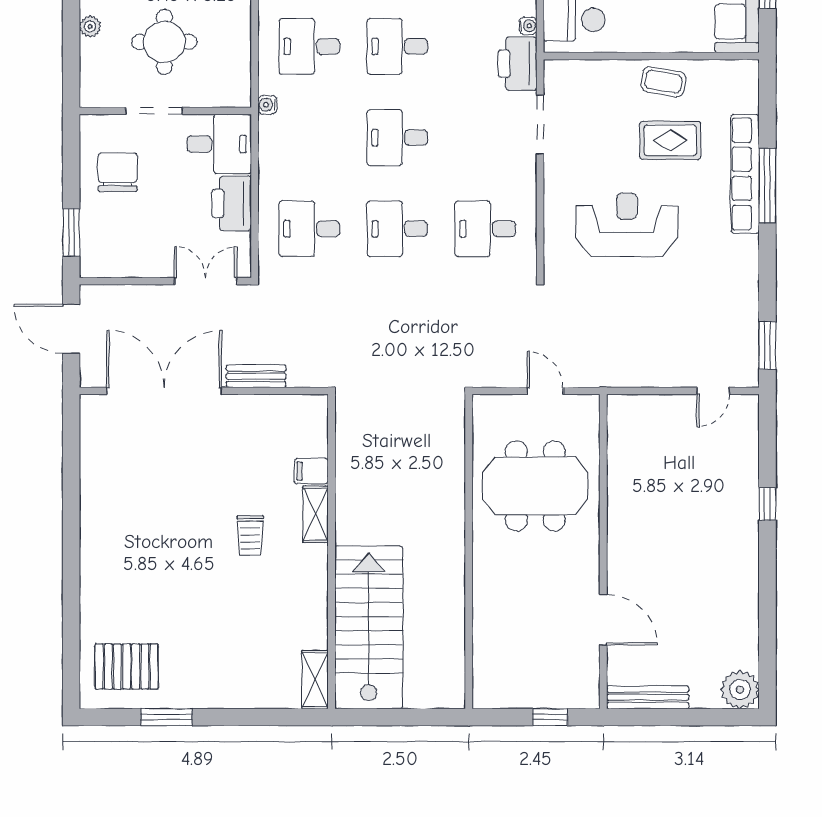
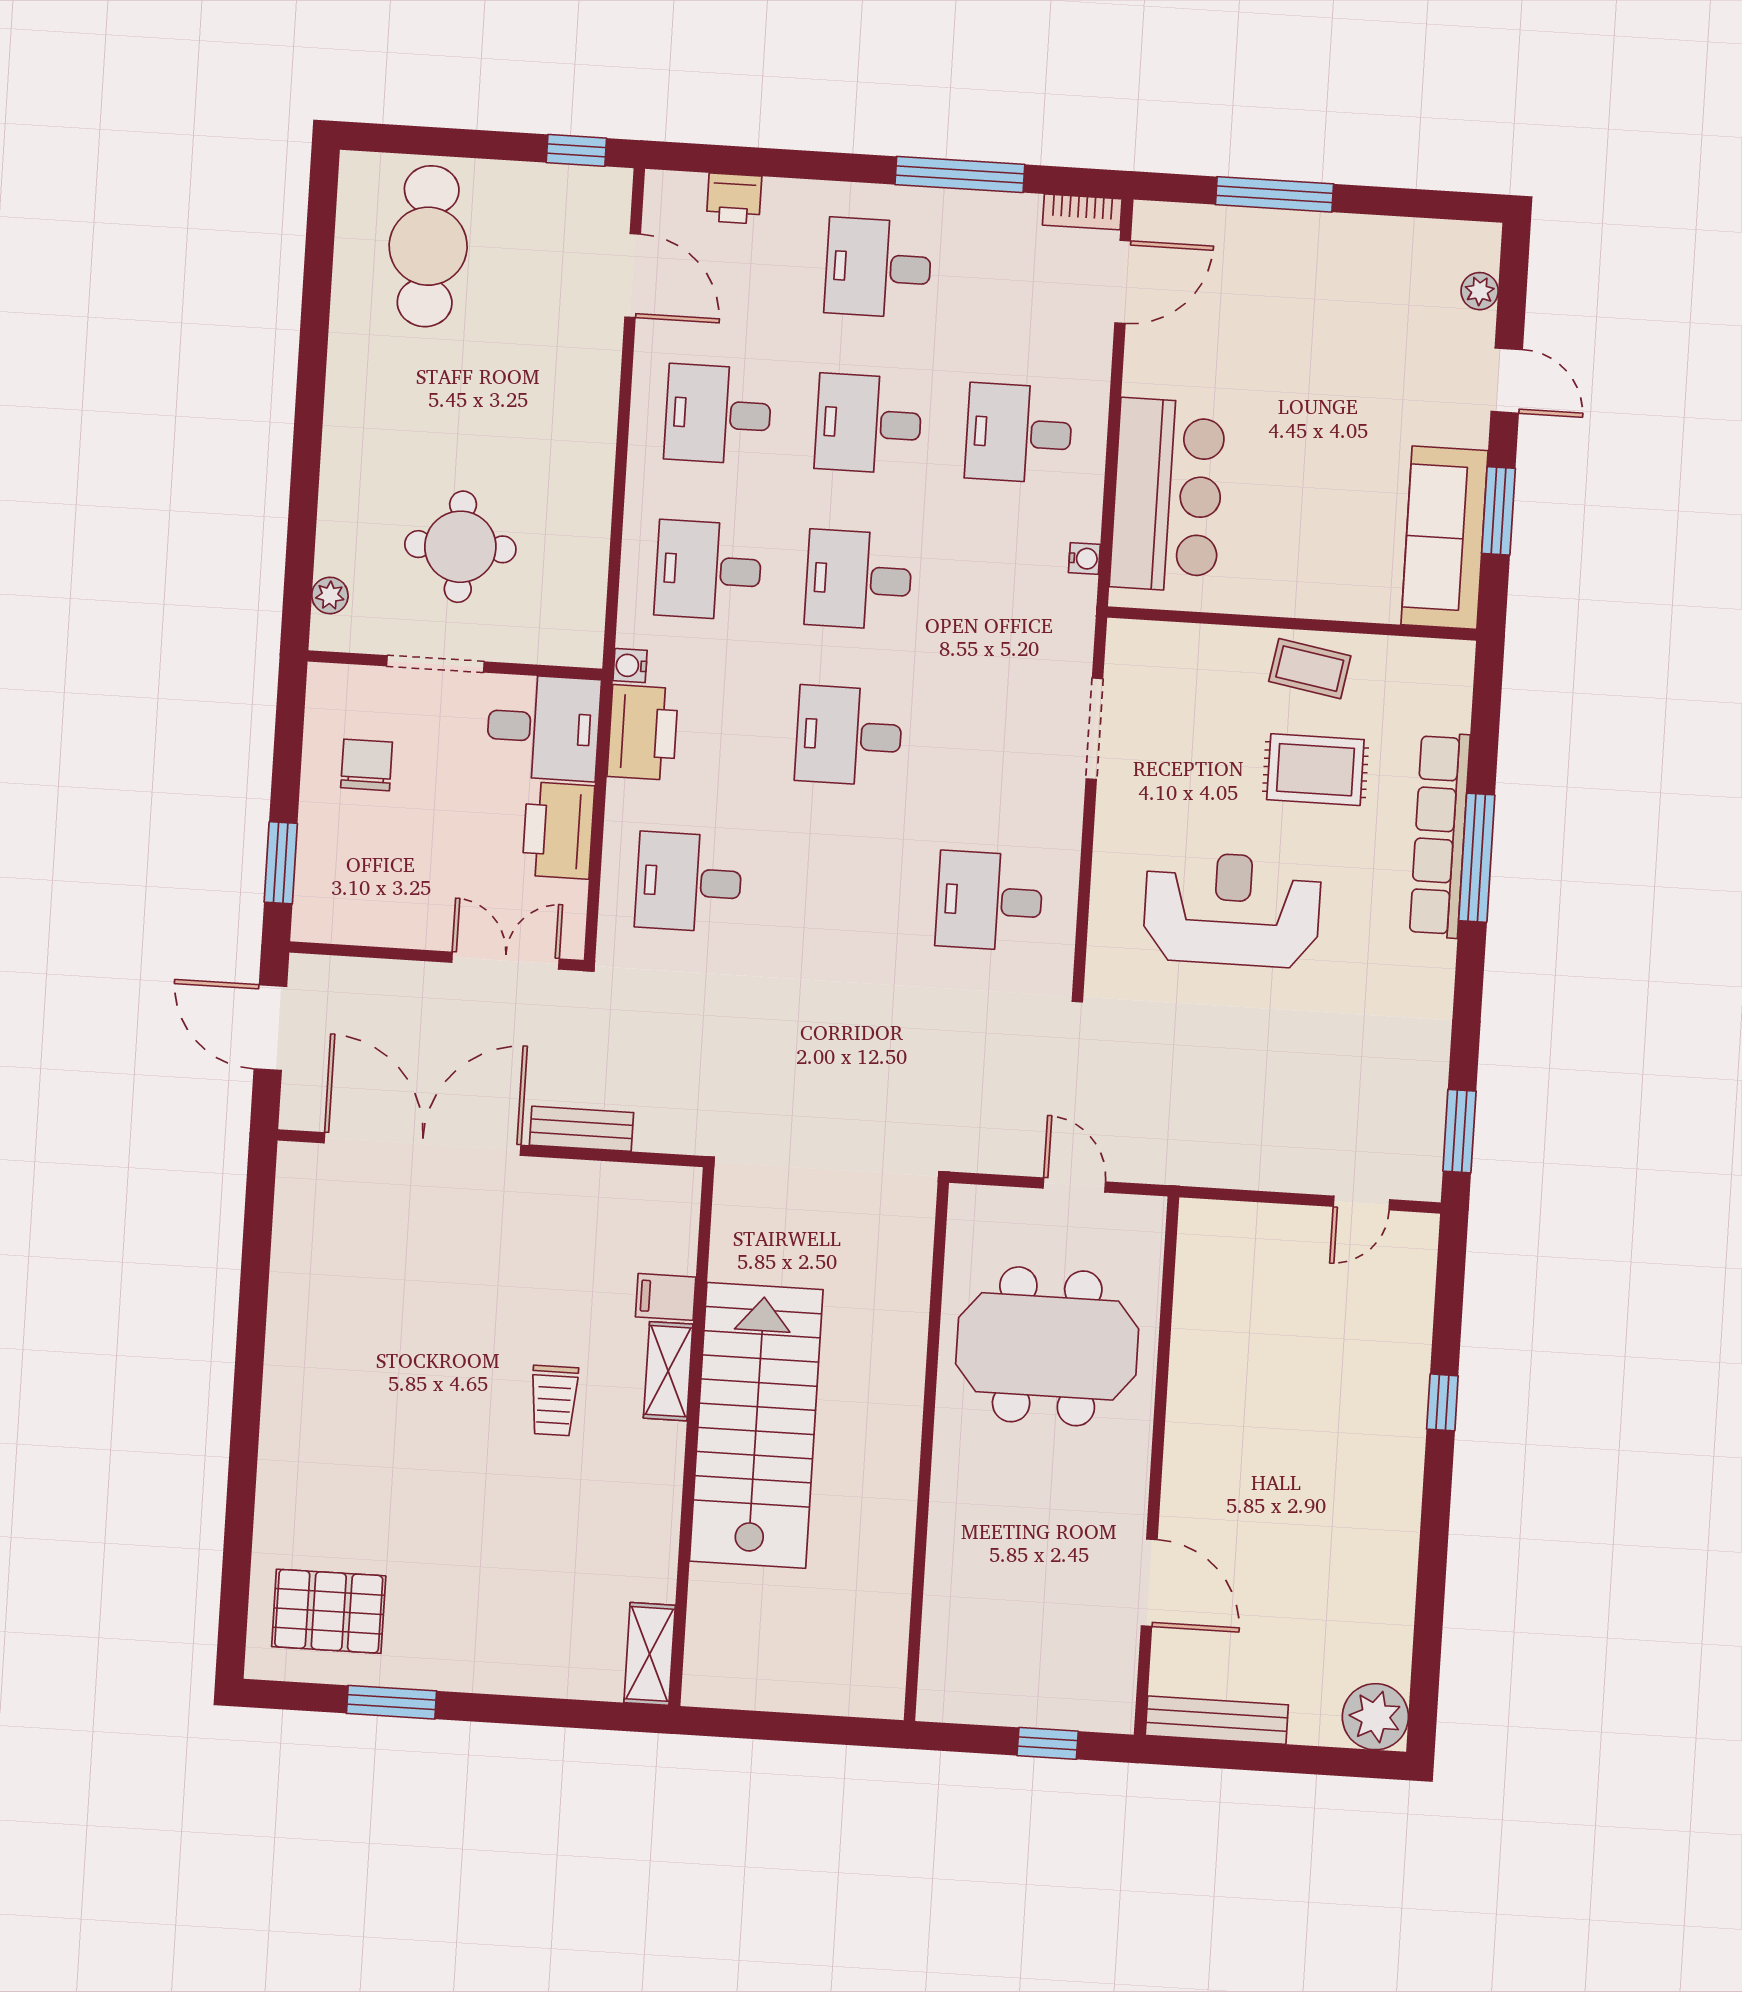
plant: (90, 26) -> (330, 595), moved
printer: (518, 64) -> (643, 732), moved, turned 180
chair: (118, 172) -> (367, 765), width x0.73, depth x0.73
desk: (397, 229) -> (839, 892), removed
stairs: (369, 627) -> (756, 1425), moved

